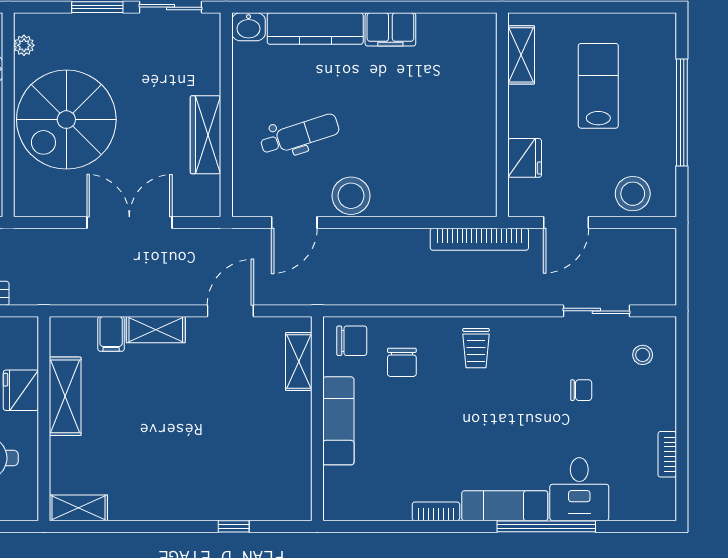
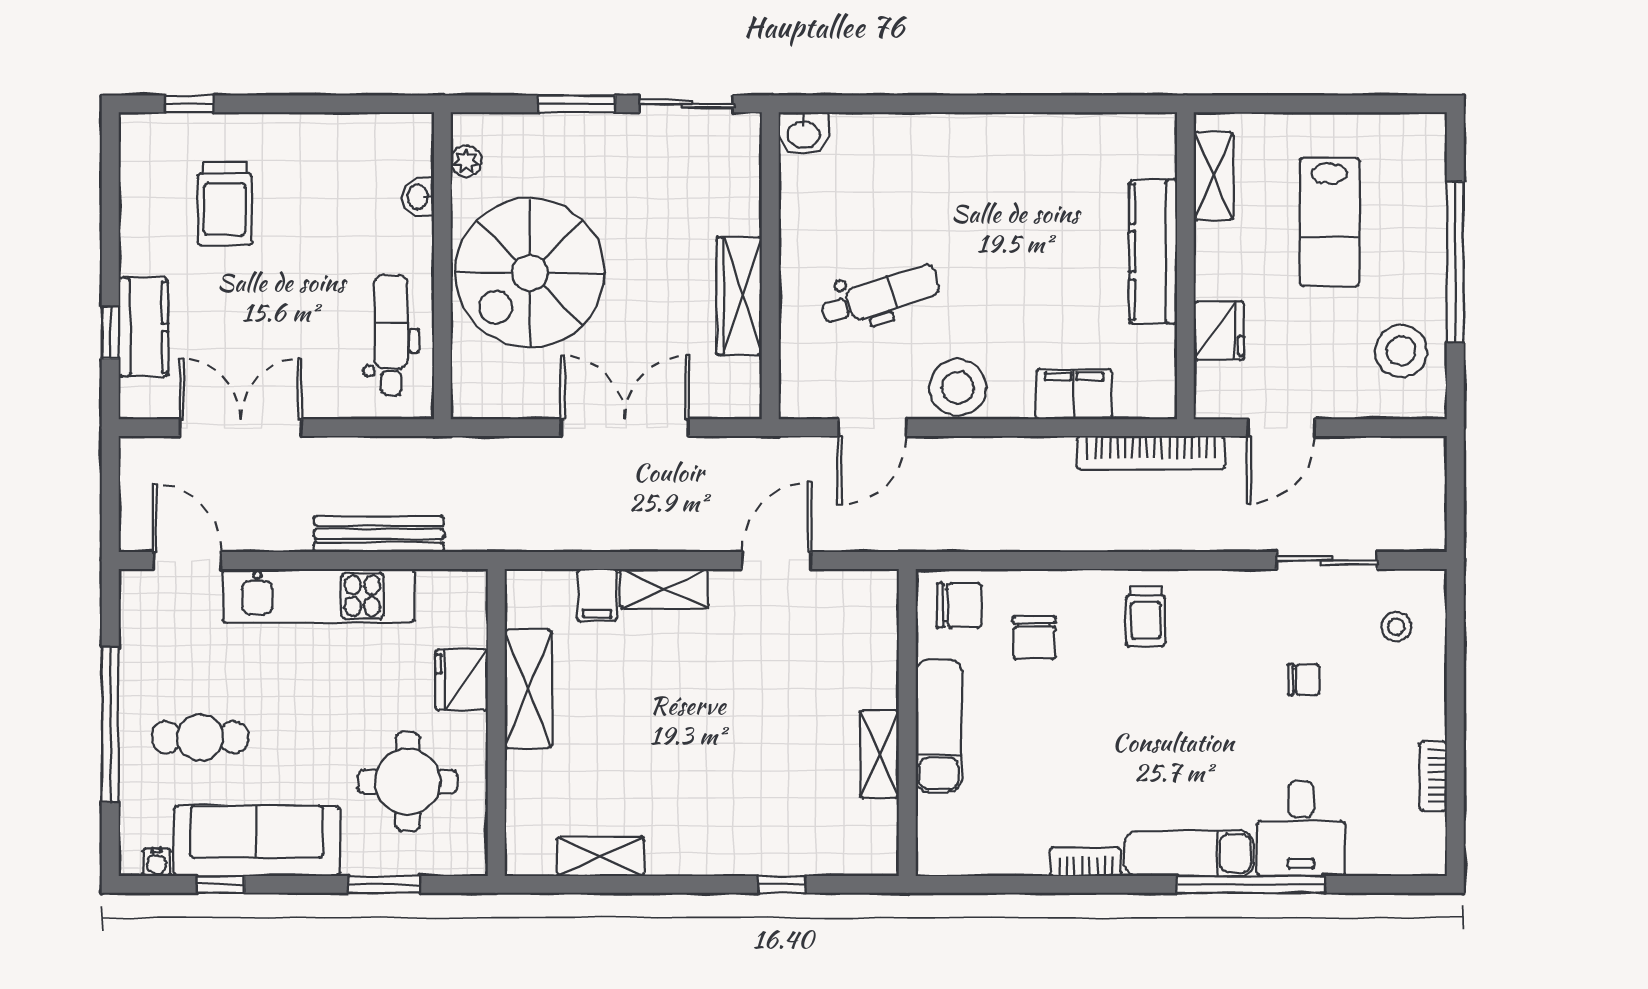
kitchen counter: (315, 29) -> (1153, 252), moved, turned 90
filing cabinet: (390, 29) -> (1074, 394), moved, turned 180
lab bench: (598, 86) -> (1330, 222), turned 180
stool: (633, 194) -> (1401, 351), moved
shelving: (299, 361) -> (879, 754), moved
shelving: (78, 508) -> (600, 856), moved

